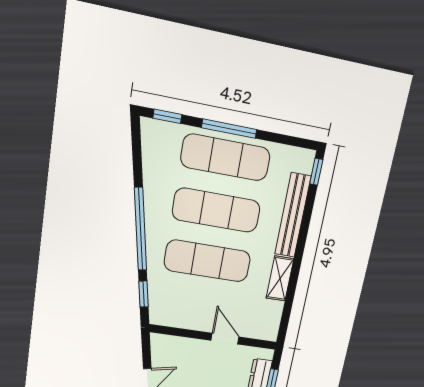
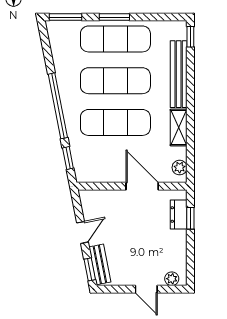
window: (167, 116) -> (65, 17), width x1.50
window: (229, 129) -> (114, 17), width x0.69
plant: (272, 324) -> (180, 168), added
door: (225, 339) -> (142, 186), width x1.38

